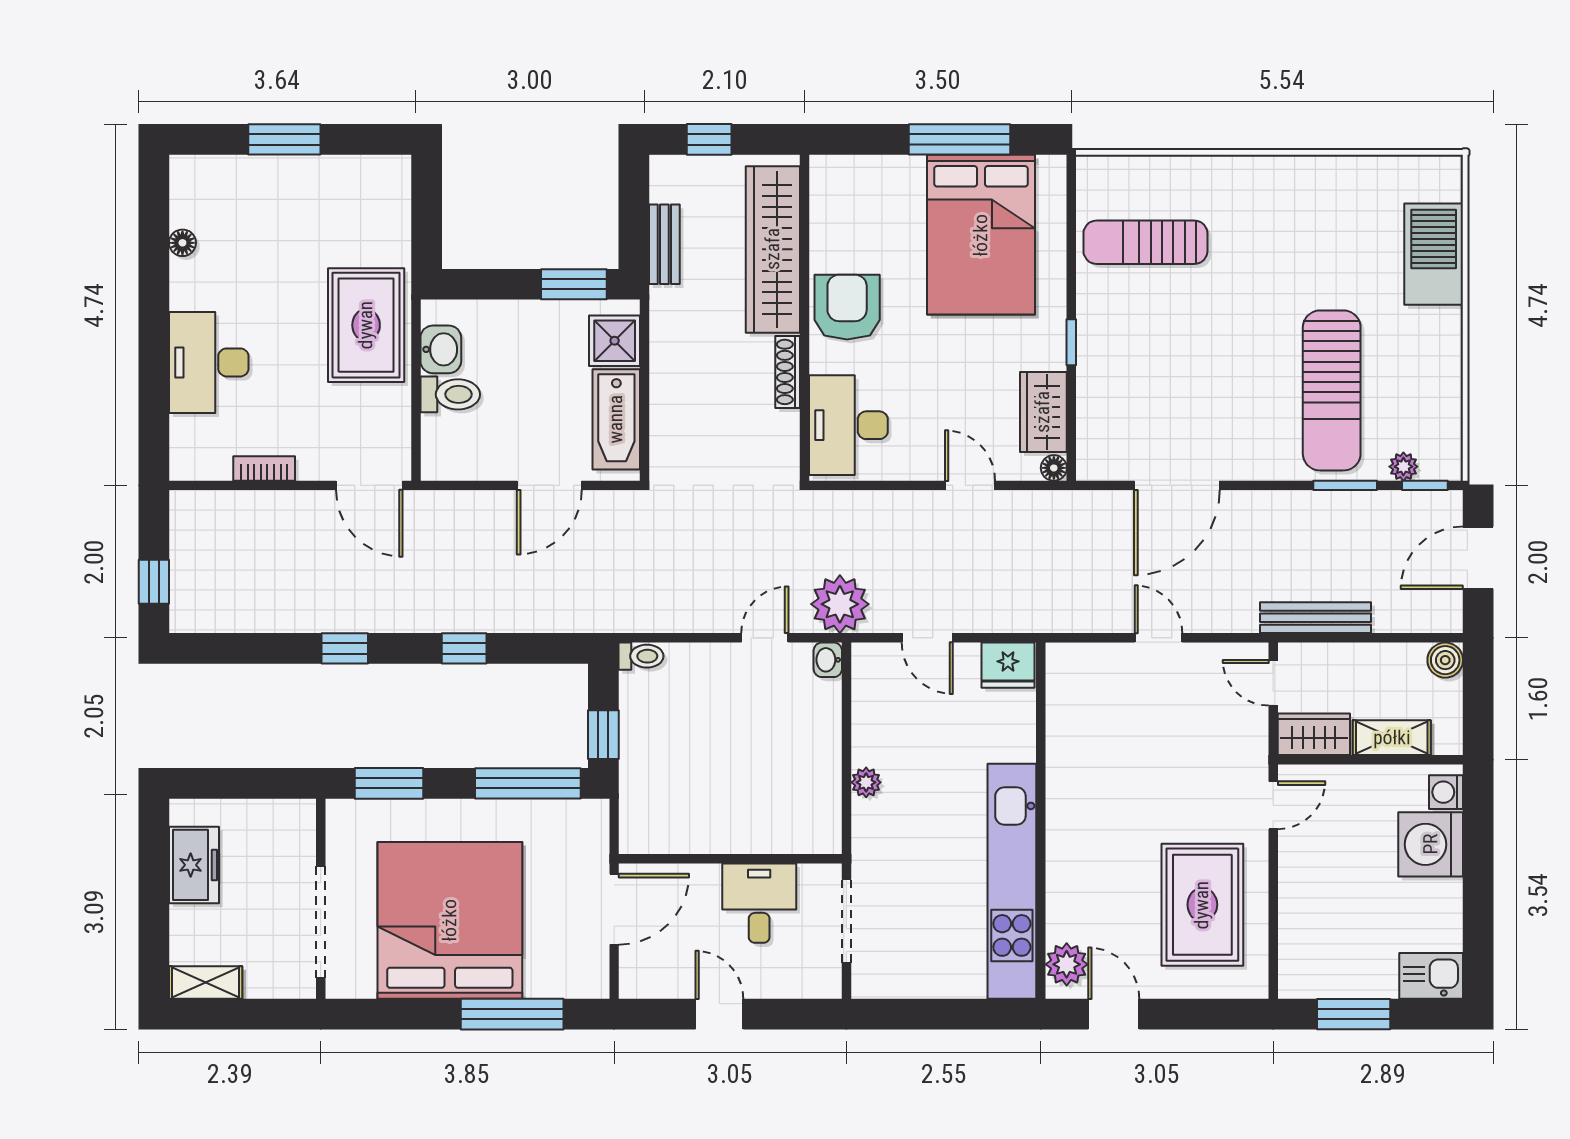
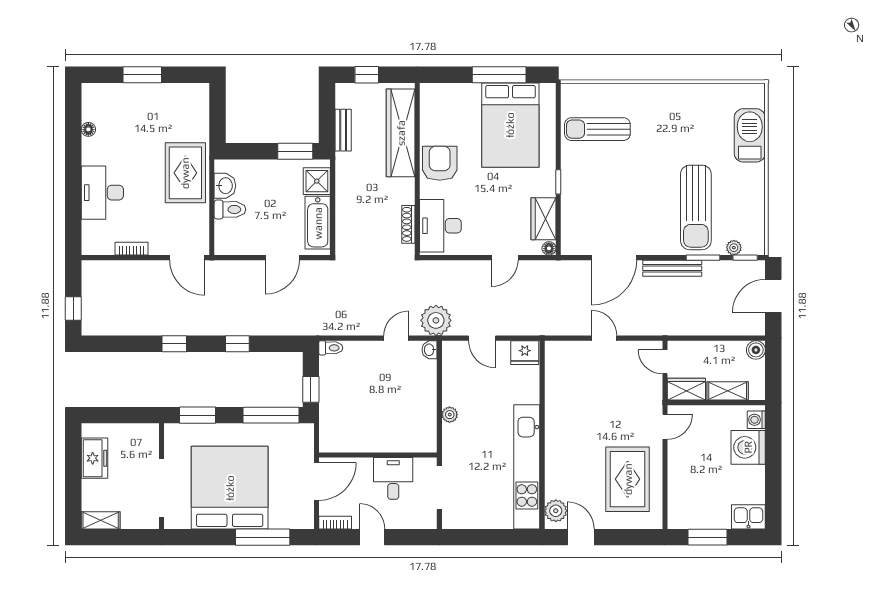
shoe rack: (788, 372) -> (408, 224), moved
door: (970, 485) -> (505, 258), swing flipped
bench: (1316, 618) -> (672, 268), moved
bookcase: (649, 987) -> (335, 523), added

